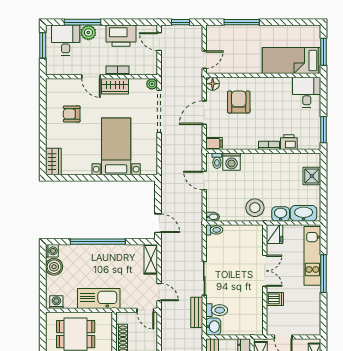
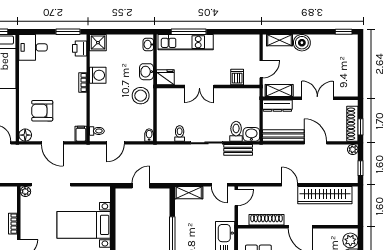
wardrobe: (115, 86) -> (28, 226), removed
printer: (289, 142) -> (80, 48), moved
washing machine: (232, 162) -> (98, 75), moved
shower: (312, 176) -> (98, 43), moved
washbasin: (304, 213) -> (148, 44), width x0.52, depth x0.69
door: (158, 223) -> (141, 186), moved
toilet: (214, 230) -> (180, 133), moved
double door: (265, 271) -> (199, 86), swing flipped
window: (324, 274) -> (189, 32), moved
door: (159, 292) -> (219, 185), swing flipped
dishwasher: (275, 299) -> (237, 77), moved

